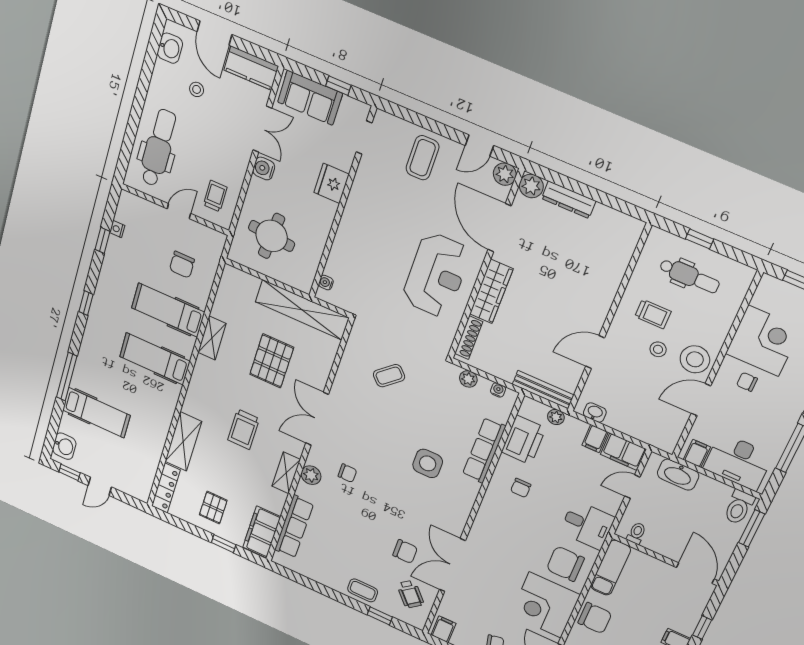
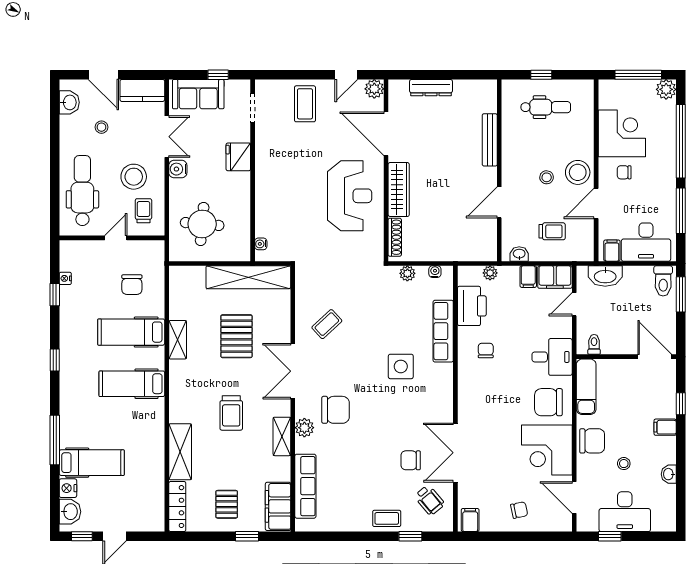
stool: (215, 156) -> (134, 177), added
plant: (531, 186) -> (398, 89), removed
trolley: (653, 314) -> (552, 231), moved
coffee table: (389, 376) -> (327, 324), moved
bench: (543, 390) -> (490, 140), moved, turned 90
nightstand: (68, 425) -> (68, 488), added
chair: (347, 473) -> (336, 410), width x1.87, depth x1.87
chair: (521, 488) -> (486, 350), turned 180
chair: (405, 552) -> (411, 460), turned 180

